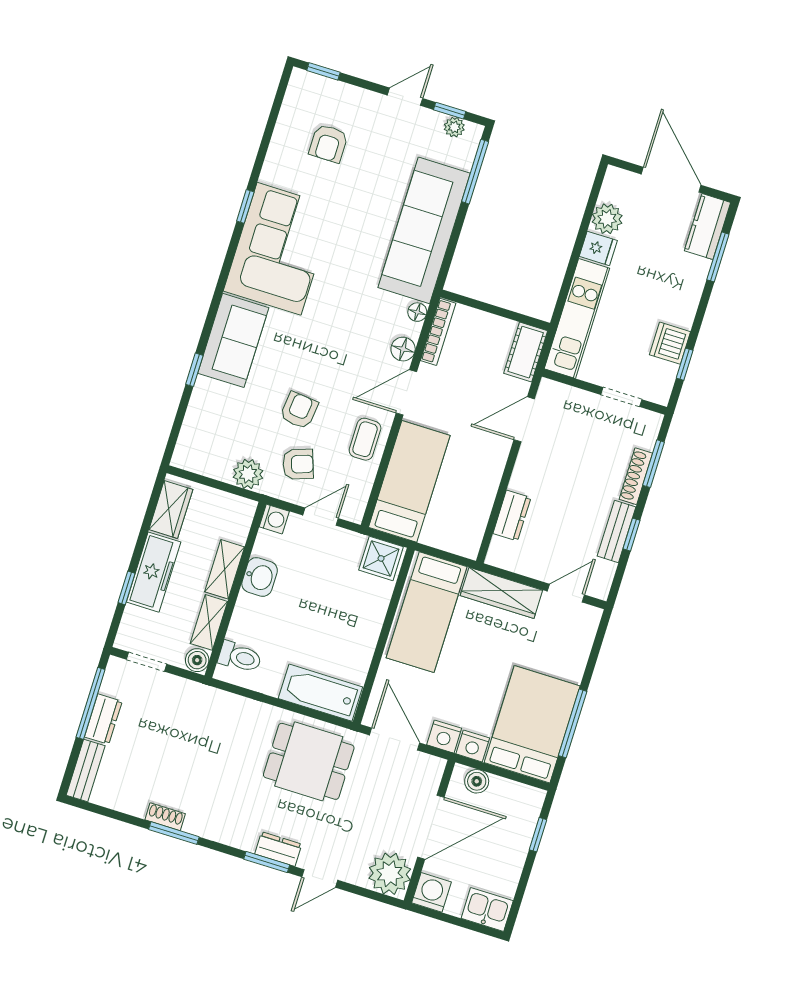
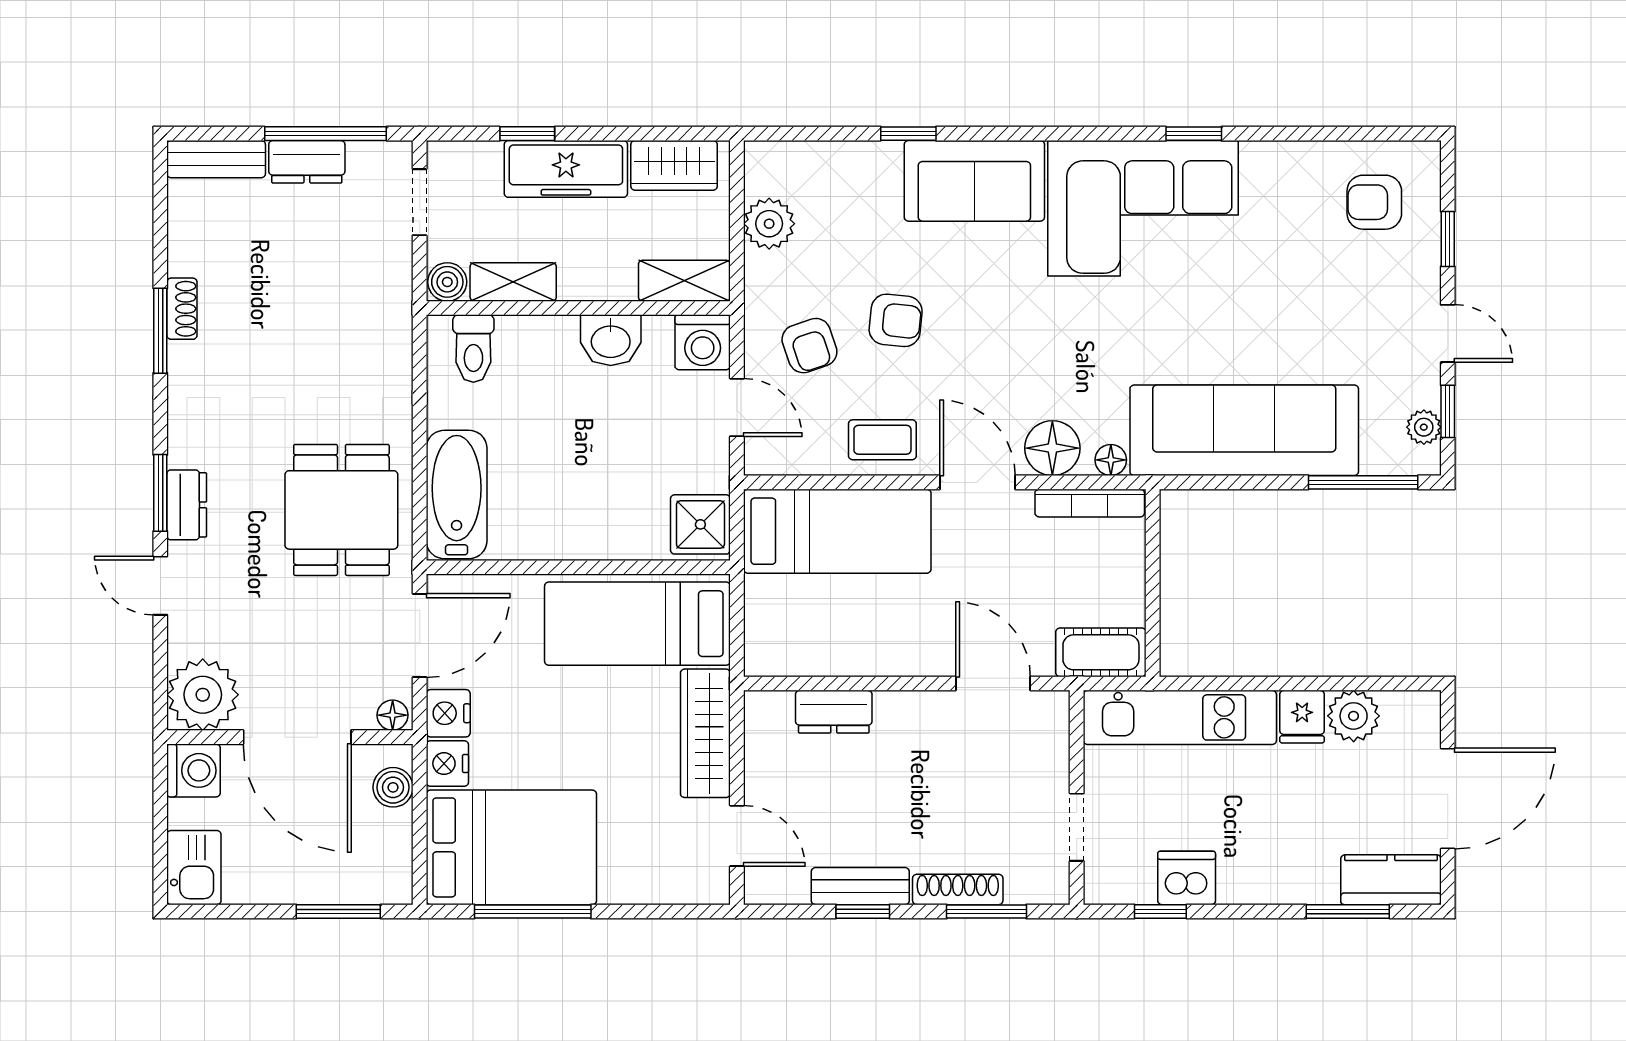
window: (323, 71) -> (1448, 239), moved
armchair: (328, 143) -> (1374, 202), moved
floor lamp: (403, 349) -> (1052, 448), width x1.38, depth x1.38
plant: (248, 474) -> (769, 224), moved
washing machine: (274, 519) -> (703, 342), width x1.38, depth x1.38
shelving: (225, 569) -> (684, 281), moved
floor lamp: (435, 769) -> (393, 715), added
window: (538, 835) -> (338, 911), width x1.50

